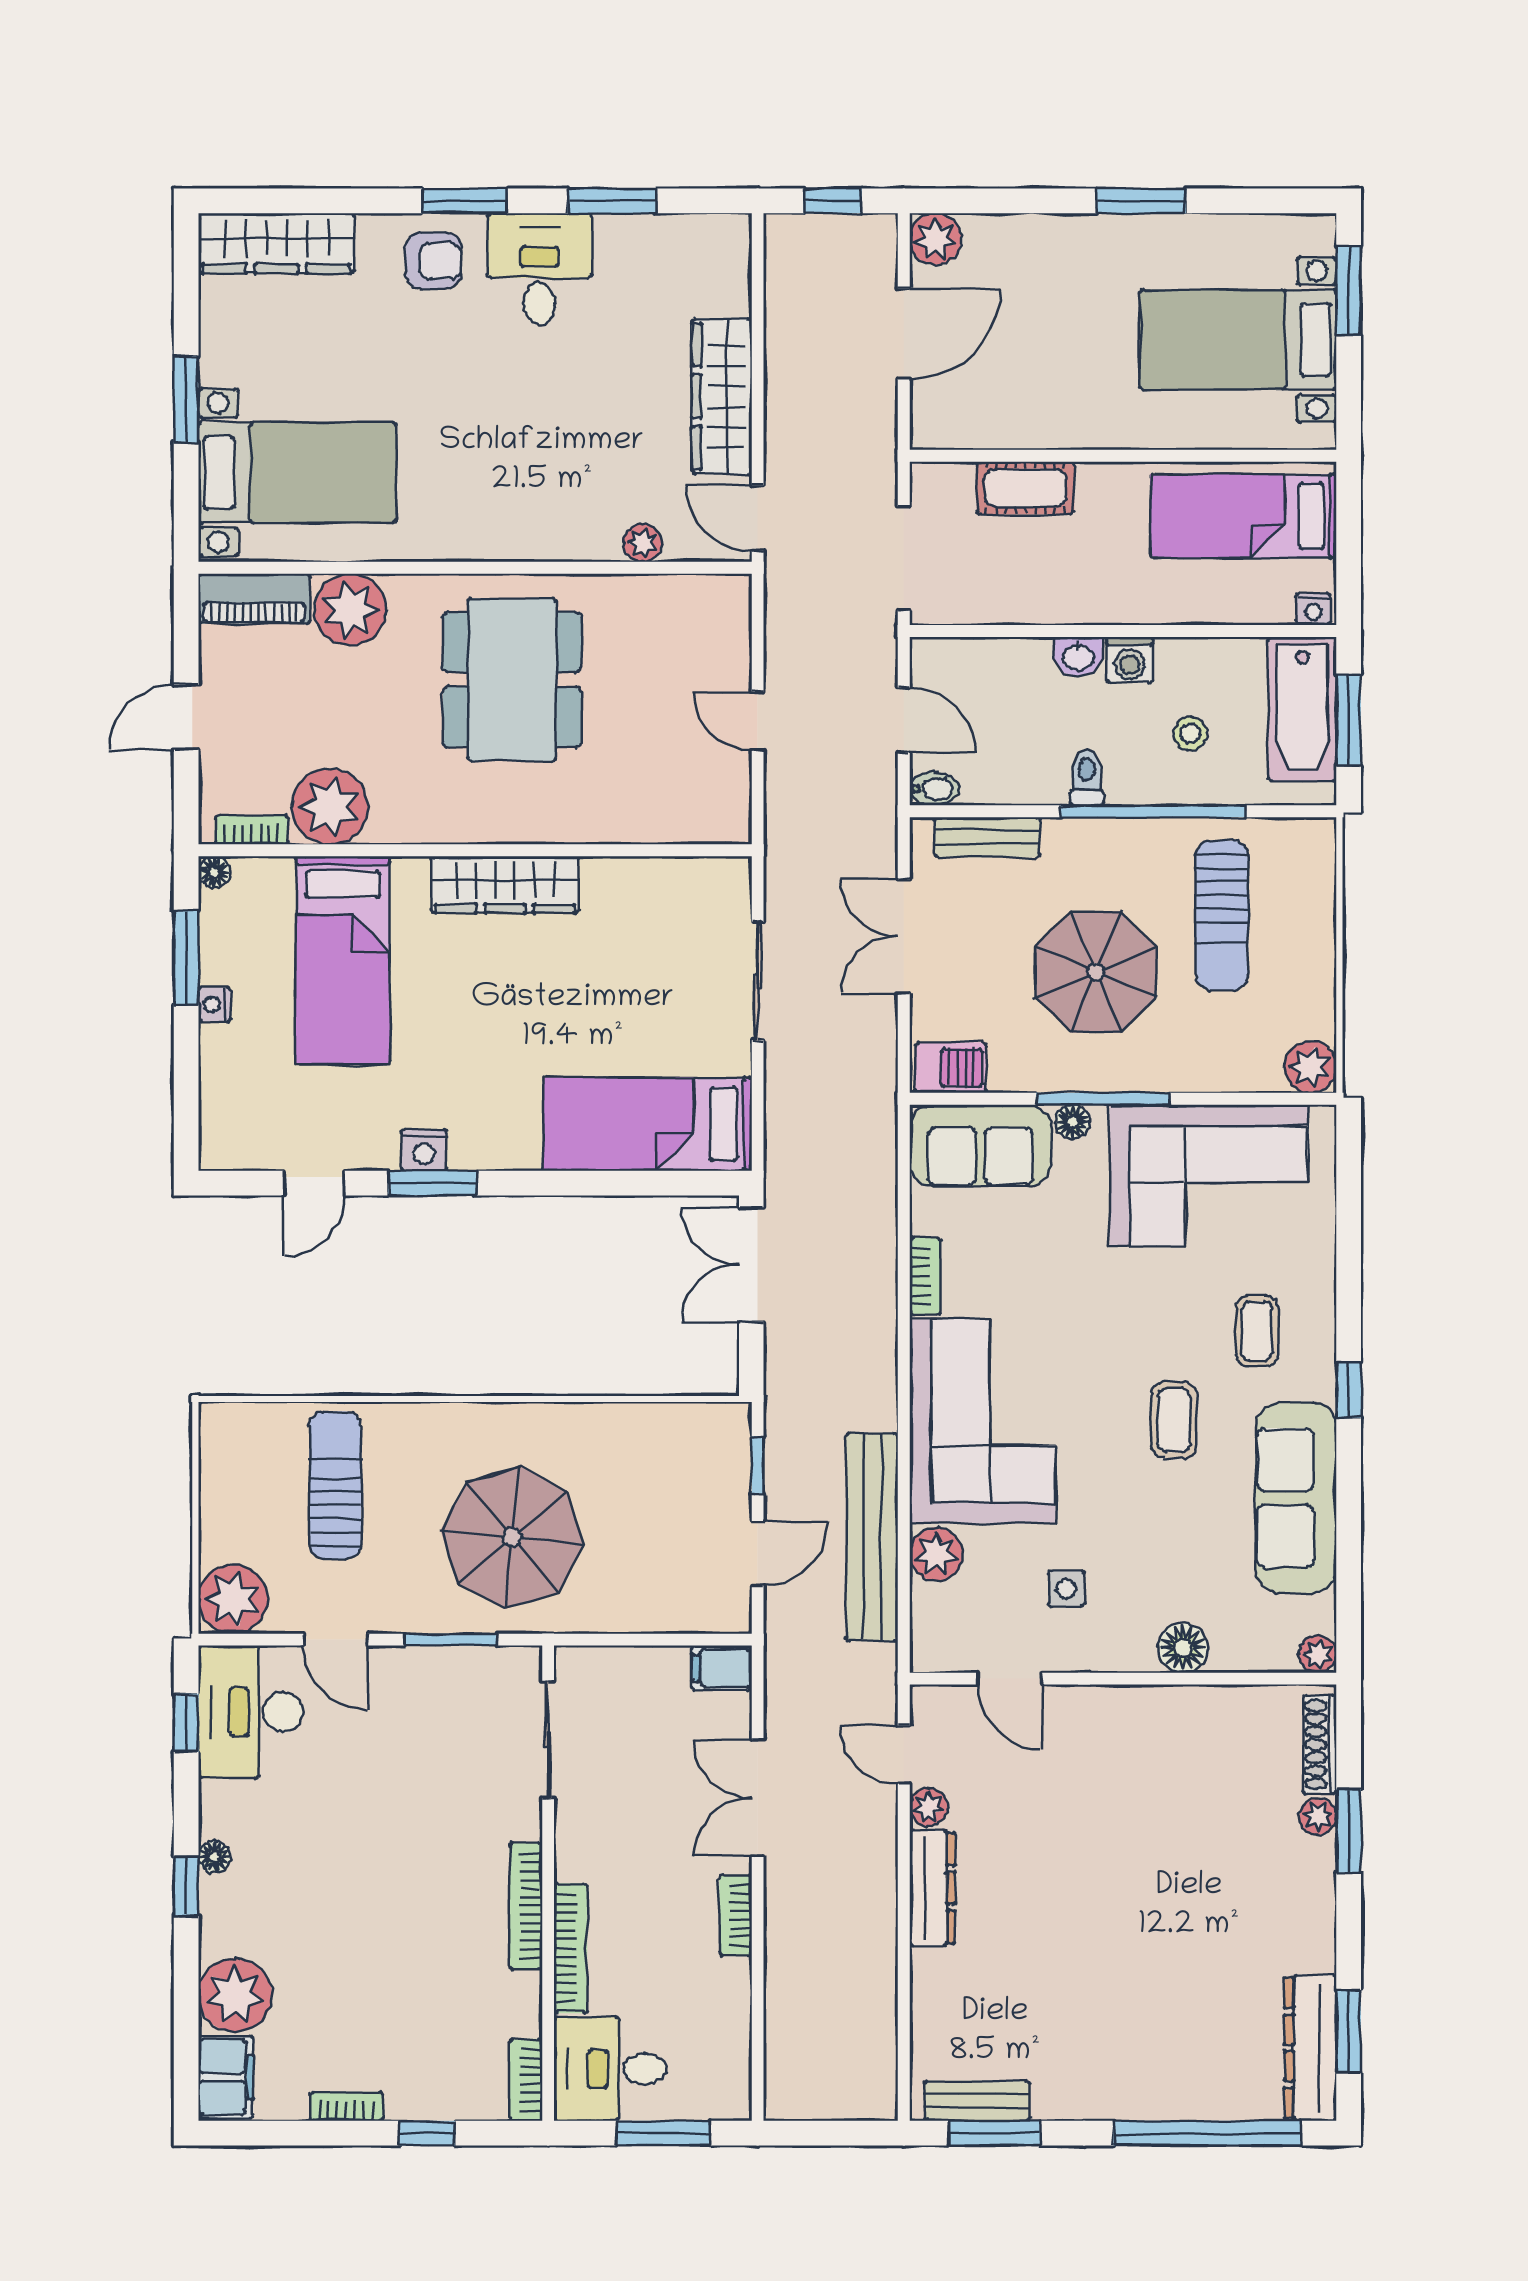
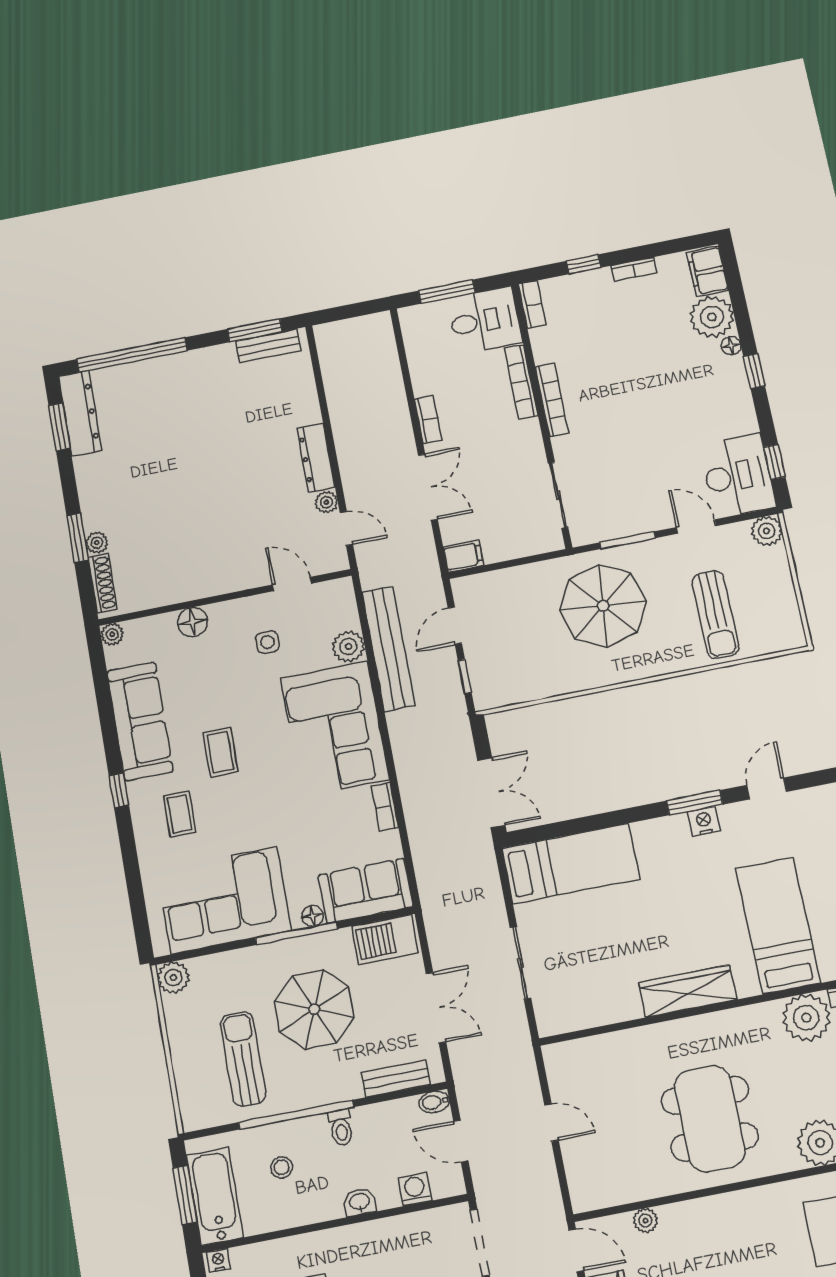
washing machine: (1130, 660) -> (415, 1189), moved
barbecue: (951, 1068) -> (385, 940), width x1.38, depth x1.27
plant: (233, 1599) -> (767, 531), width x0.73, depth x0.73
floor lamp: (214, 1857) -> (731, 346), moved

